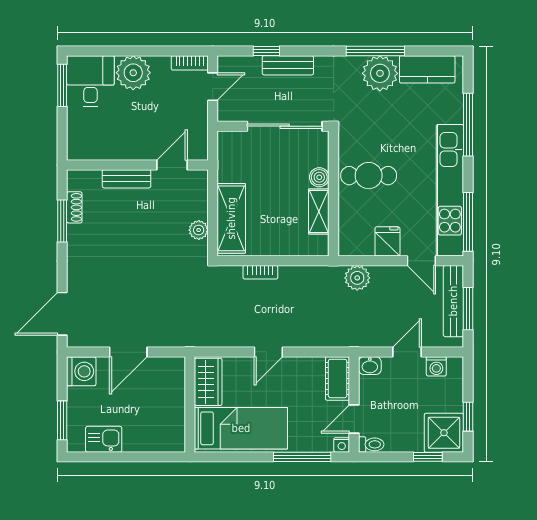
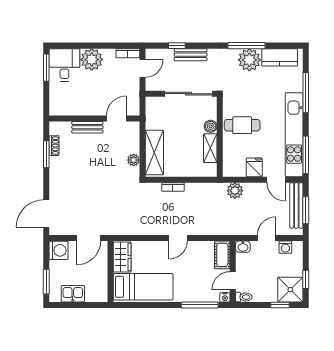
wardrobe: (208, 382) -> (122, 257), moved
wall: (190, 404) -> (110, 271), moved
bed: (241, 428) -> (143, 287), moved

